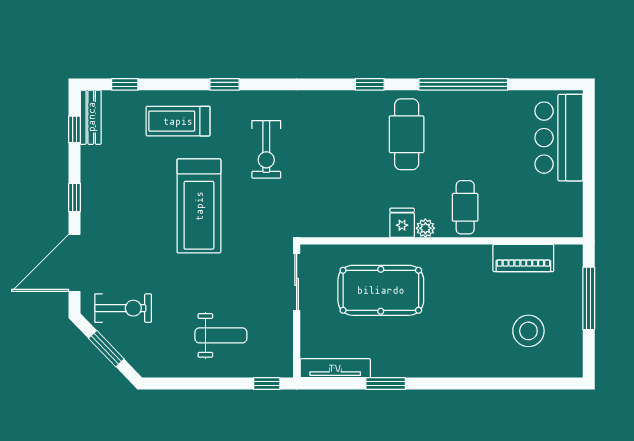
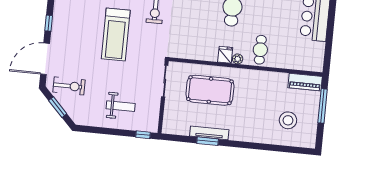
piano: (523, 258) -> (305, 82), moved
tv unit: (335, 368) -> (209, 133), moved

